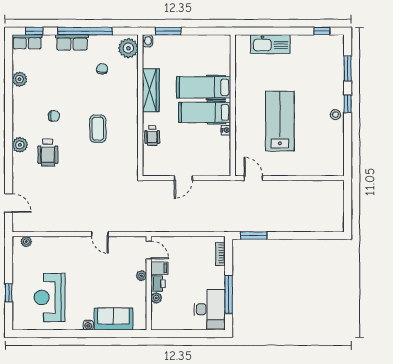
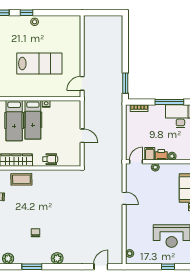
window: (9, 111) -> (32, 267), added
lab bench: (280, 121) -> (39, 63), turned 180
coffee table: (98, 129) -> (21, 179), moved
wheelchair: (48, 152) -> (63, 237), removed
door: (100, 234) -> (124, 198), hinge flipped

